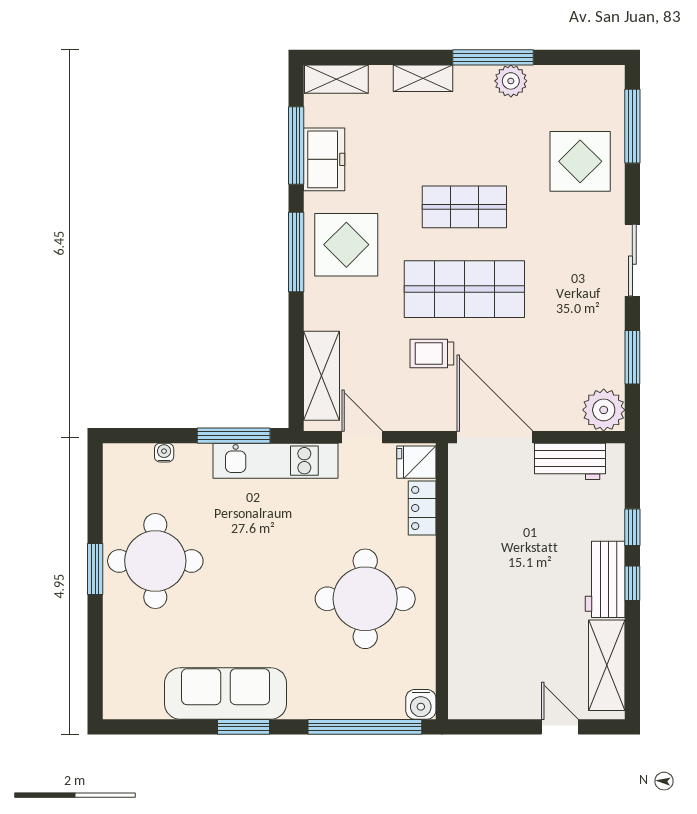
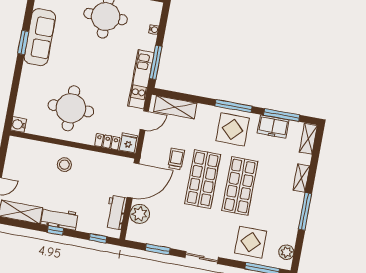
plant: (511, 81) -> (286, 252), moved
shop shelf: (464, 207) -> (240, 186), width x1.43, depth x1.36
plant: (604, 410) -> (140, 214), moved
window: (632, 527) -> (98, 238), moved
stool: (488, 590) -> (64, 165), added
window: (365, 727) -> (13, 97), removed

